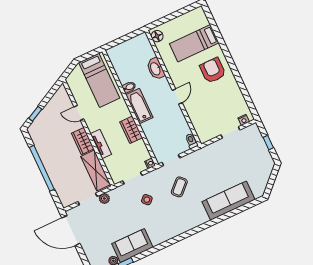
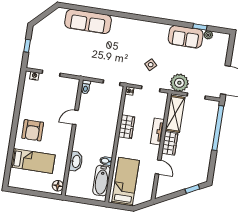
door: (177, 96) -> (75, 117), moved
bathtub: (139, 106) -> (102, 181), moved
window: (42, 168) -> (218, 128), moved
coffee table: (179, 187) -> (119, 58), removed
plant: (104, 198) -> (179, 83), width x1.88, depth x1.88

